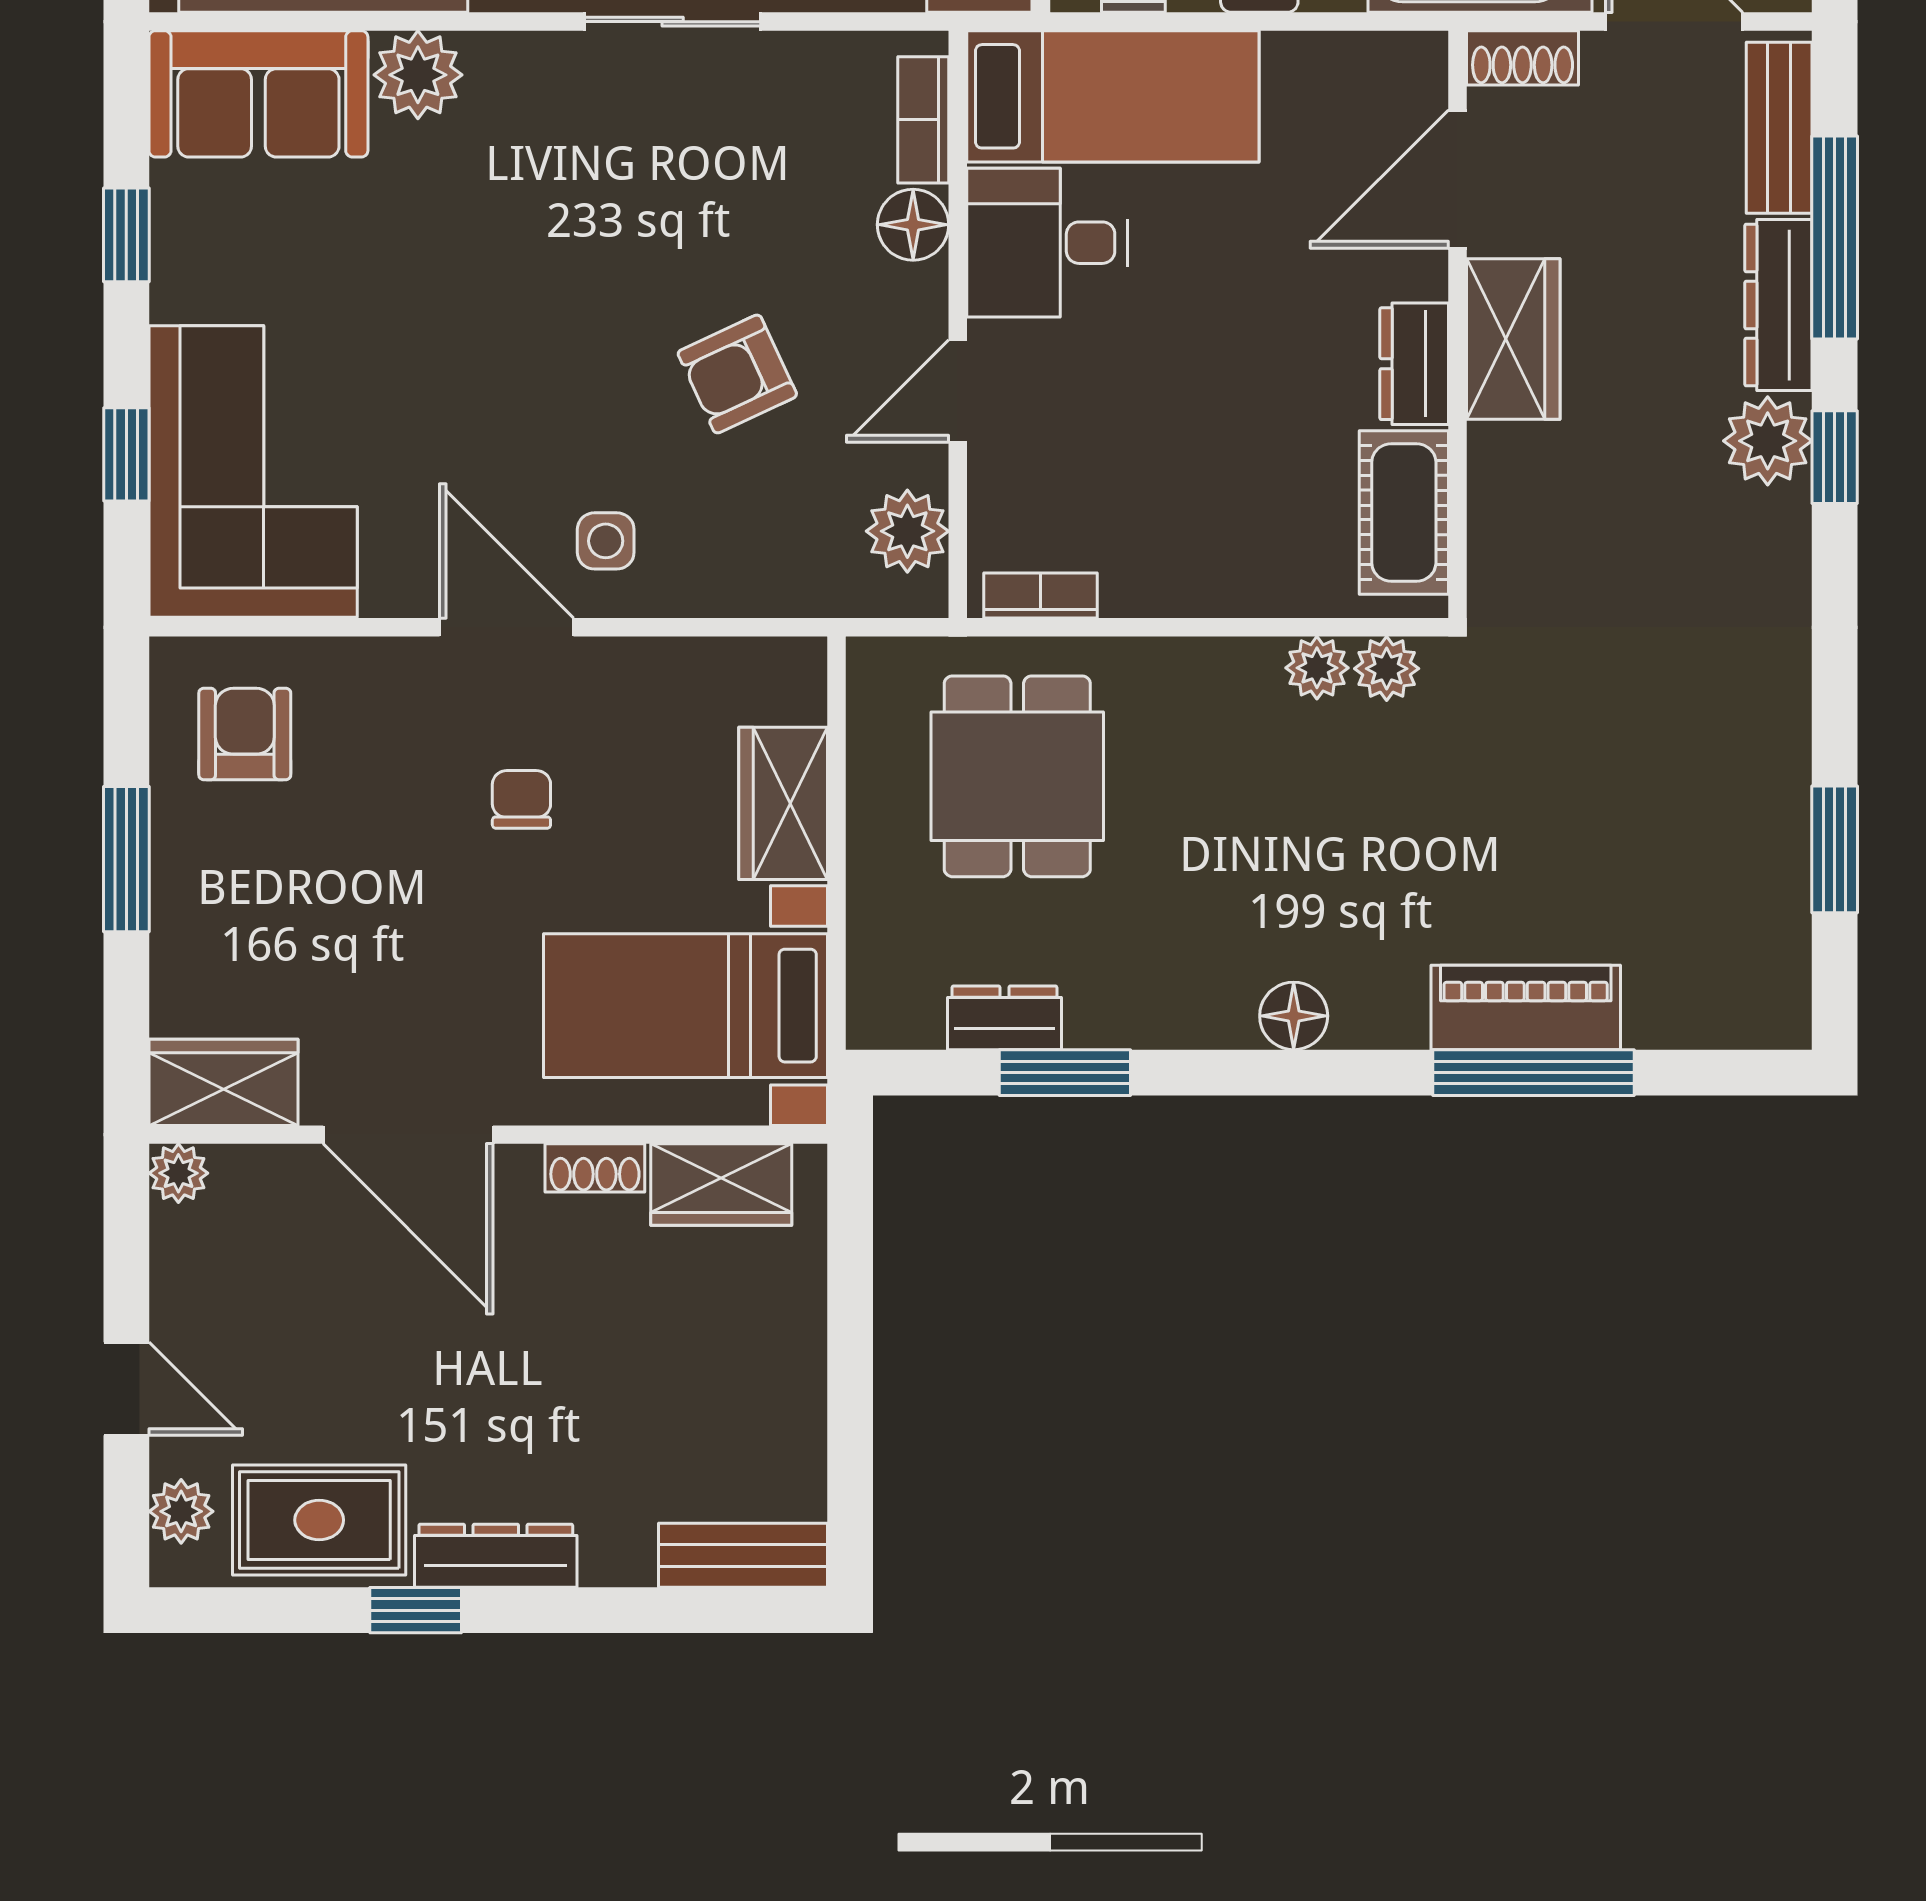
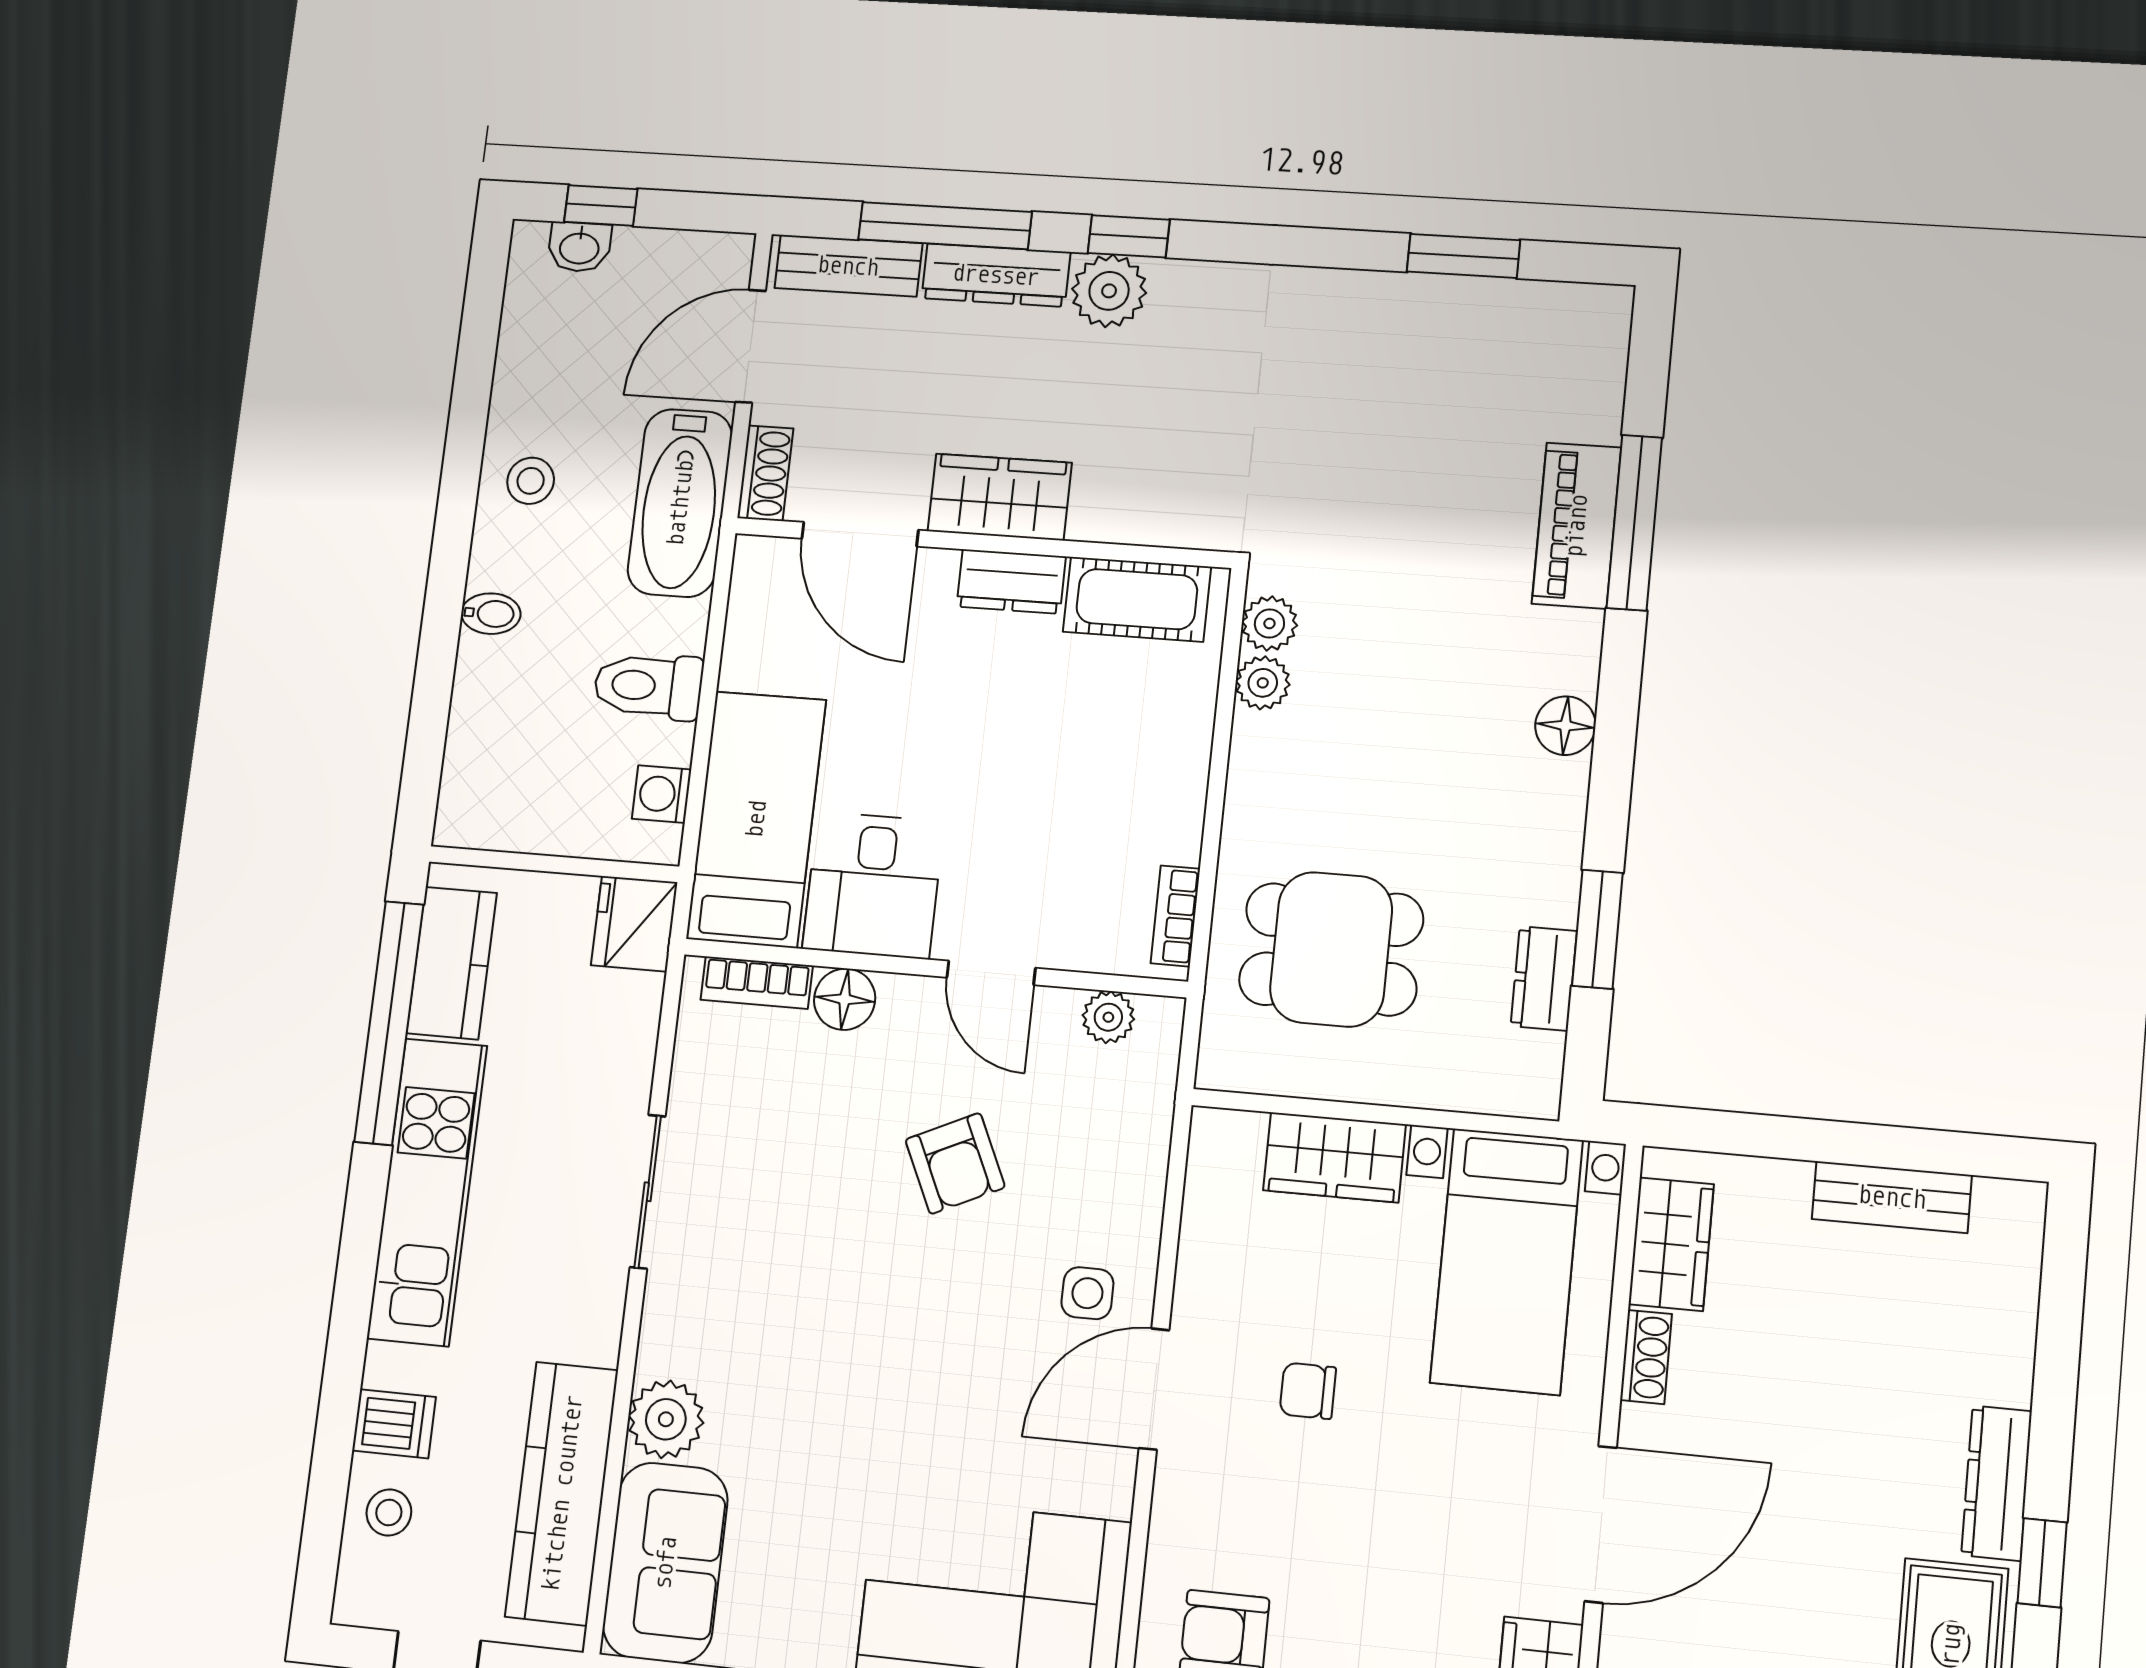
plant: (907, 531) -> (1108, 1017), width x0.73, depth x0.73
bench: (743, 1555) -> (1892, 1197), moved, turned 90

